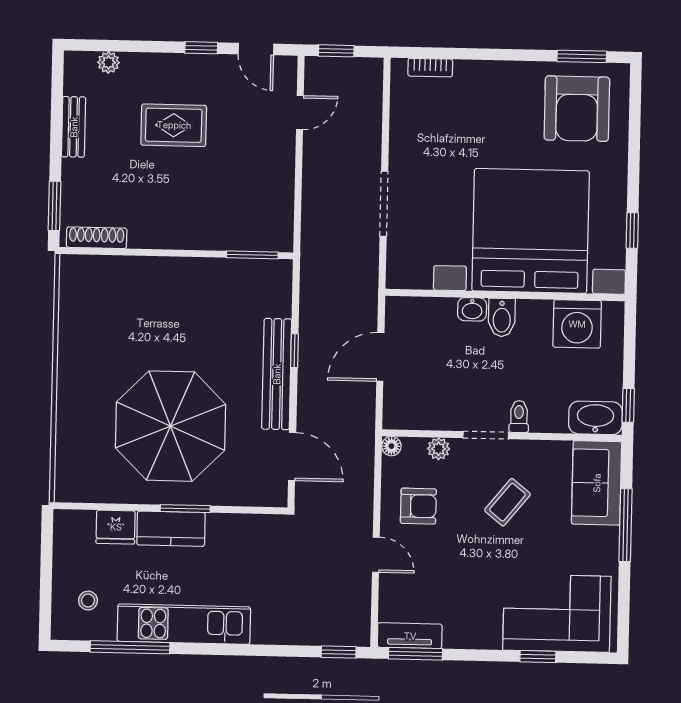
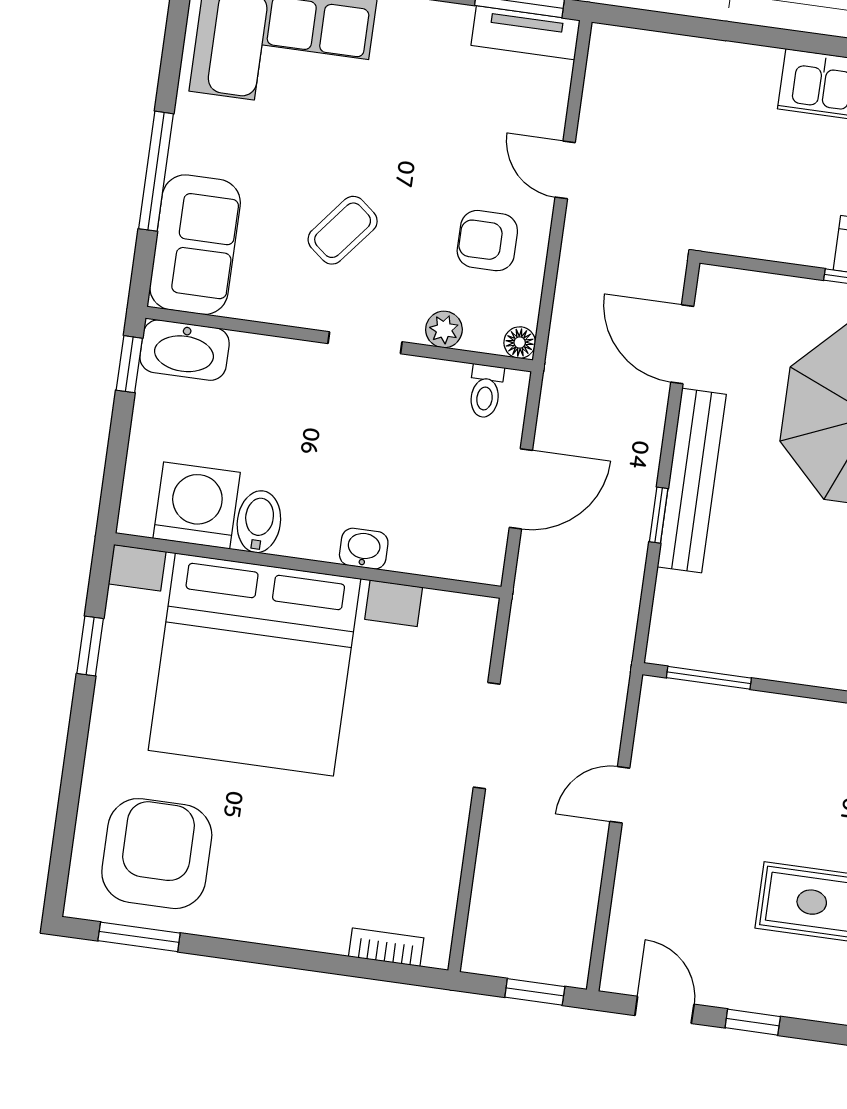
door: (300, 113) -> (620, 795), moved
bidet: (502, 318) -> (259, 522), moved
toilet: (519, 416) -> (485, 391), moved
window: (339, 652) -> (643, 19), removed

